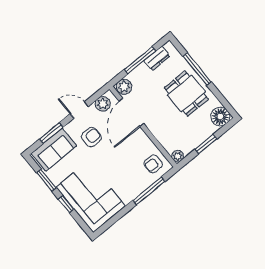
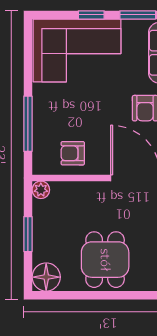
window: (197, 69) -> (123, 295), removed
dining table: (186, 94) -> (105, 260), turned 90
armchair: (153, 164) -> (73, 153), moved, turned -90

